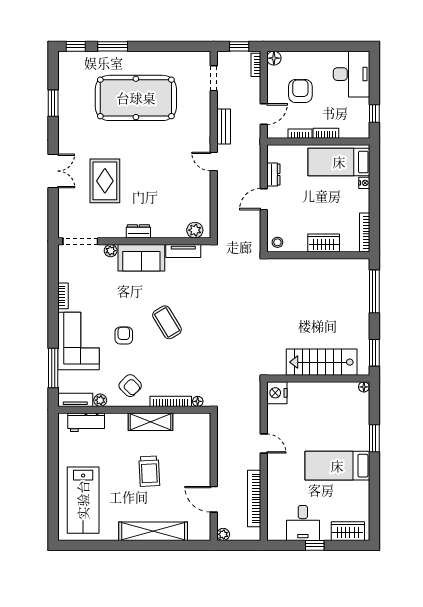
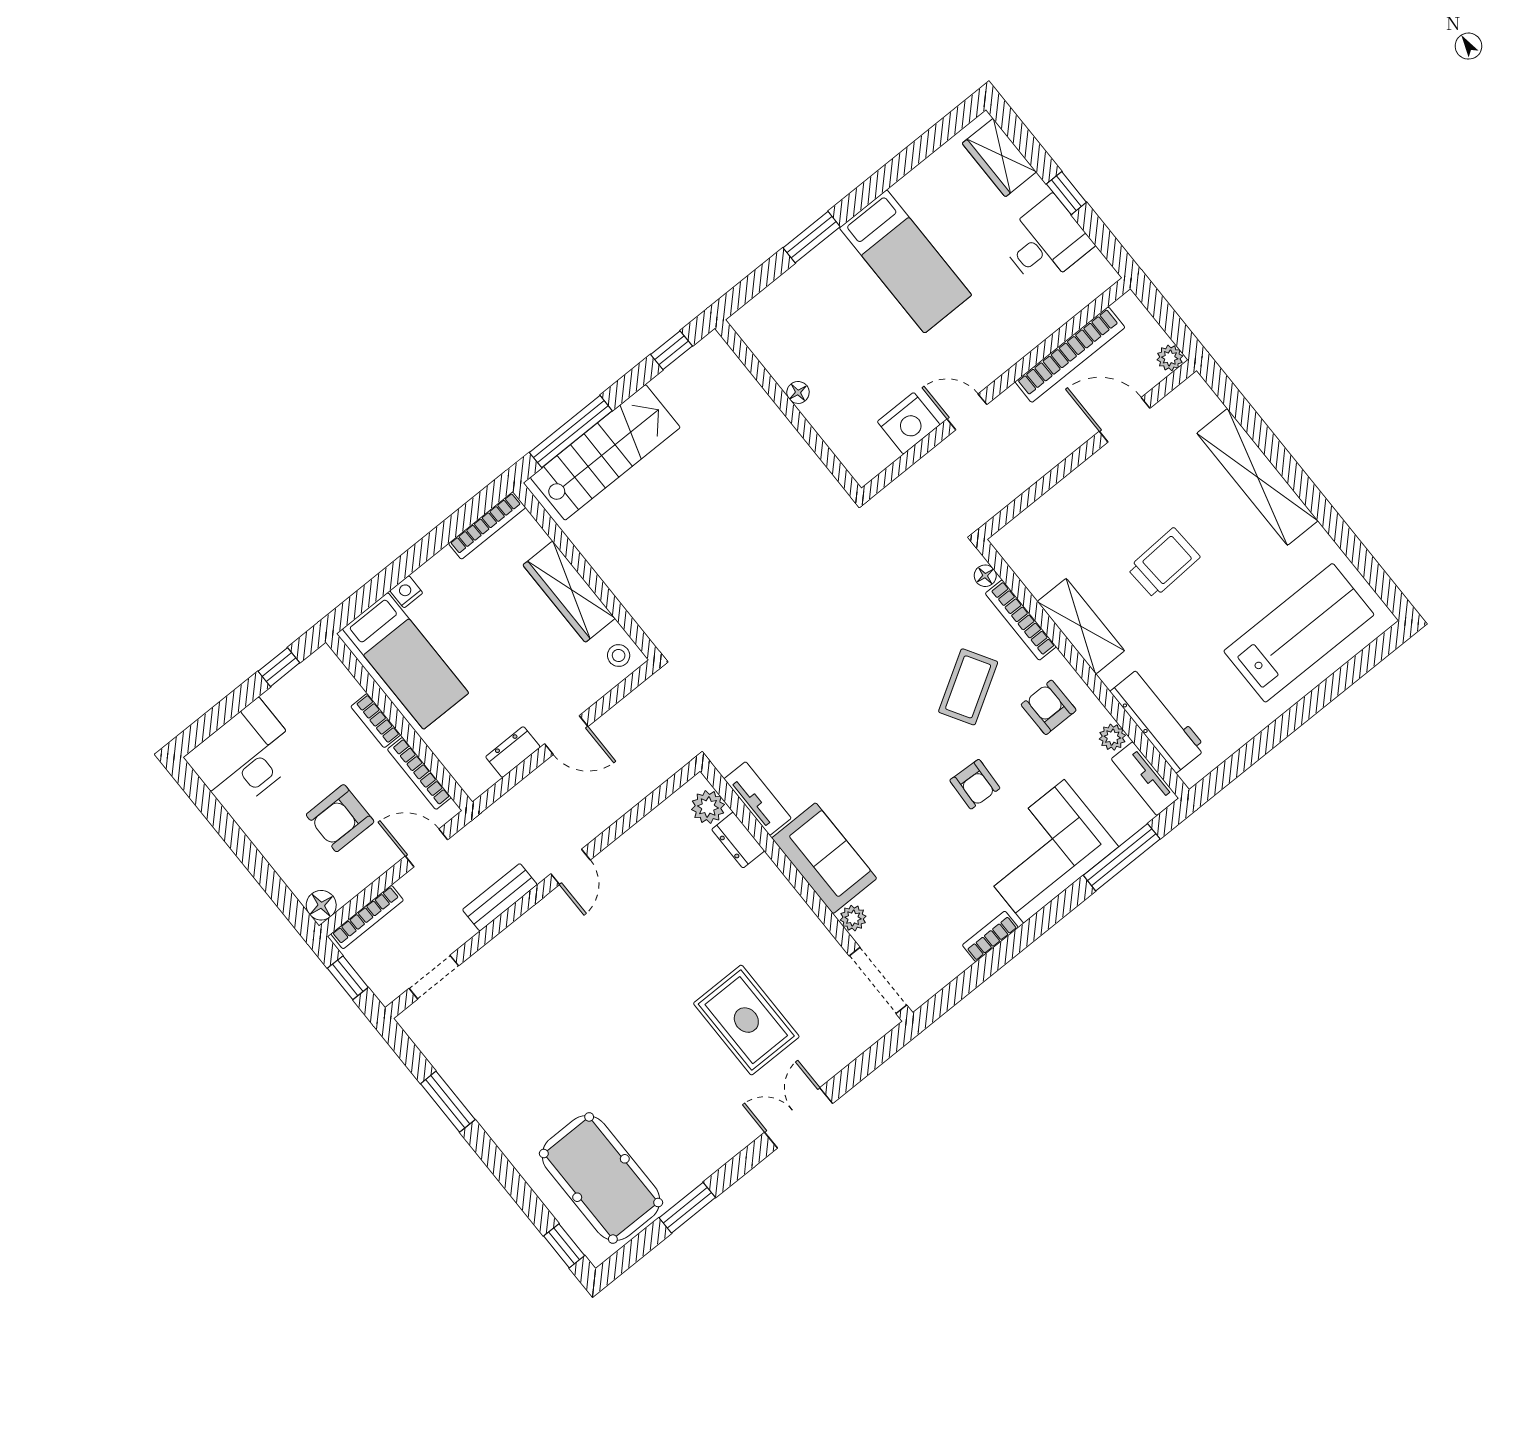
window: (113, 46) -> (448, 1102), moved
bookcase: (256, 65) -> (367, 917), width x1.56
pool table: (136, 98) -> (601, 1178), moved, width x0.73, depth x0.76
bookcase: (300, 134) -> (419, 773), width x1.56
rug: (105, 181) -> (746, 1020), turned 90
dresser: (138, 231) -> (738, 840), moved
wardrobe: (324, 243) -> (569, 592), width x1.50
coffee table: (167, 322) -> (968, 687), moved
armchair: (124, 335) -> (975, 784), turned -87
window: (374, 353) -> (671, 350), width x0.67
stairs: (322, 362) -> (605, 452), moved, turned -90
armchair: (130, 386) -> (1049, 707), turned -45
floor lamp: (364, 387) -> (798, 392), moved
nightstand: (277, 393) -> (909, 423), moved
workbench: (86, 422) -> (1158, 720), width x1.37
door: (264, 443) -> (967, 412), hinge flipped
door: (214, 499) -> (1125, 420), swing flipped

